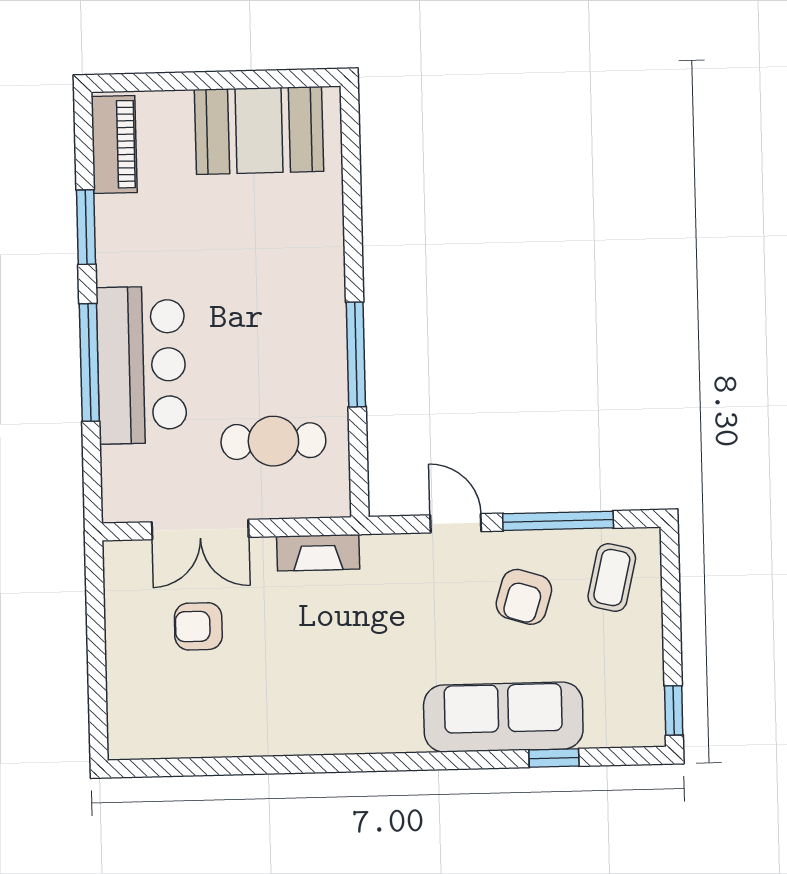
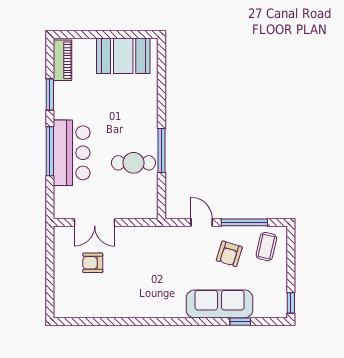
cafe table: (273, 441) -> (134, 163), moved
fireplace: (318, 553) -> (144, 233), removed

